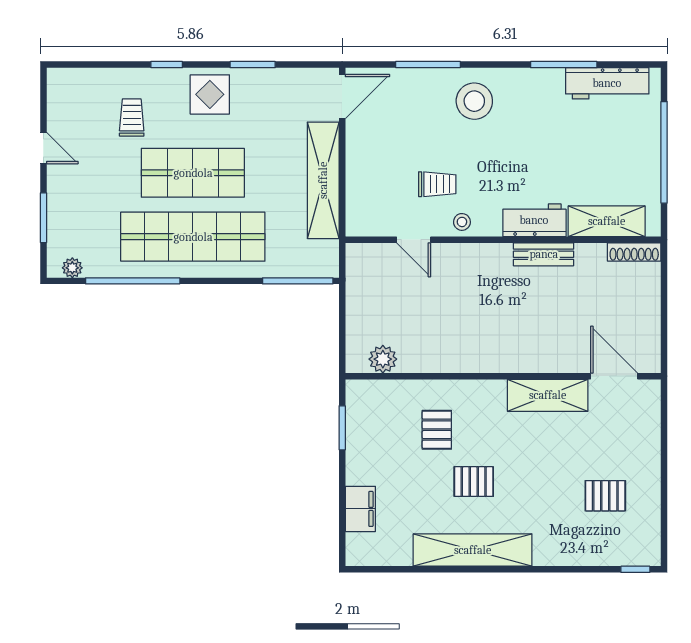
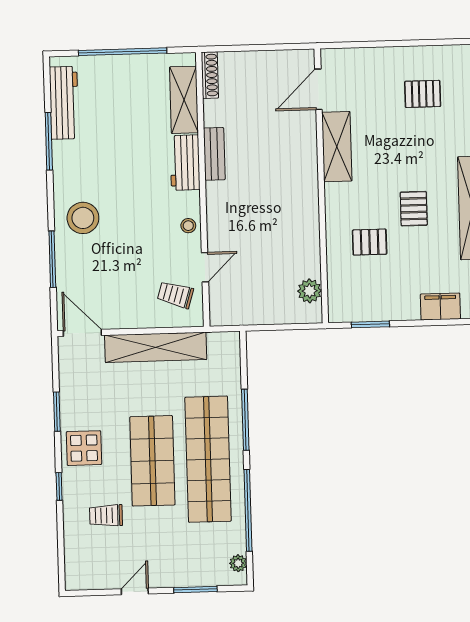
trolley: (437, 184) -> (175, 295), moved, turned -73
window: (298, 281) -> (245, 420), moved
pallet: (605, 496) -> (423, 94), turned 90

